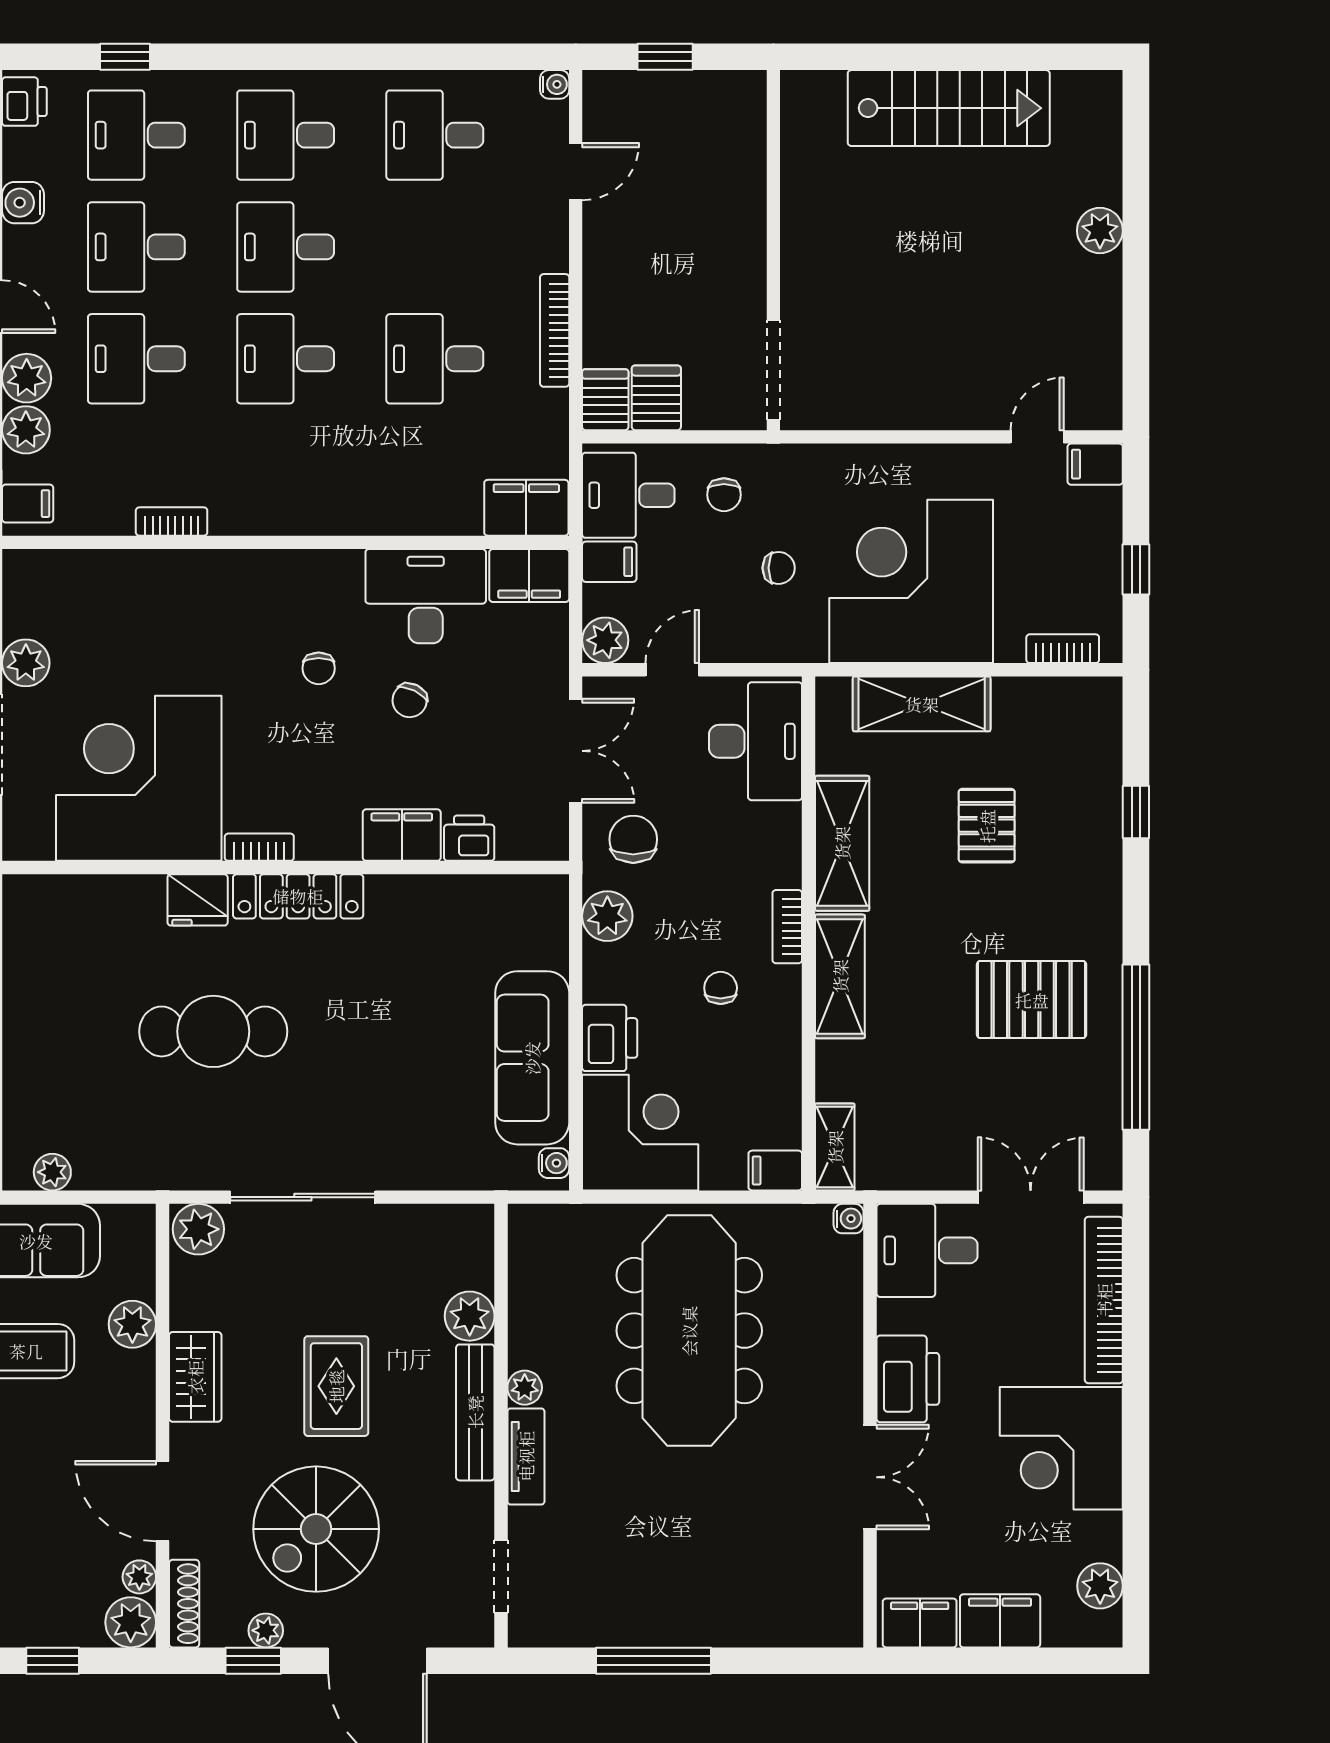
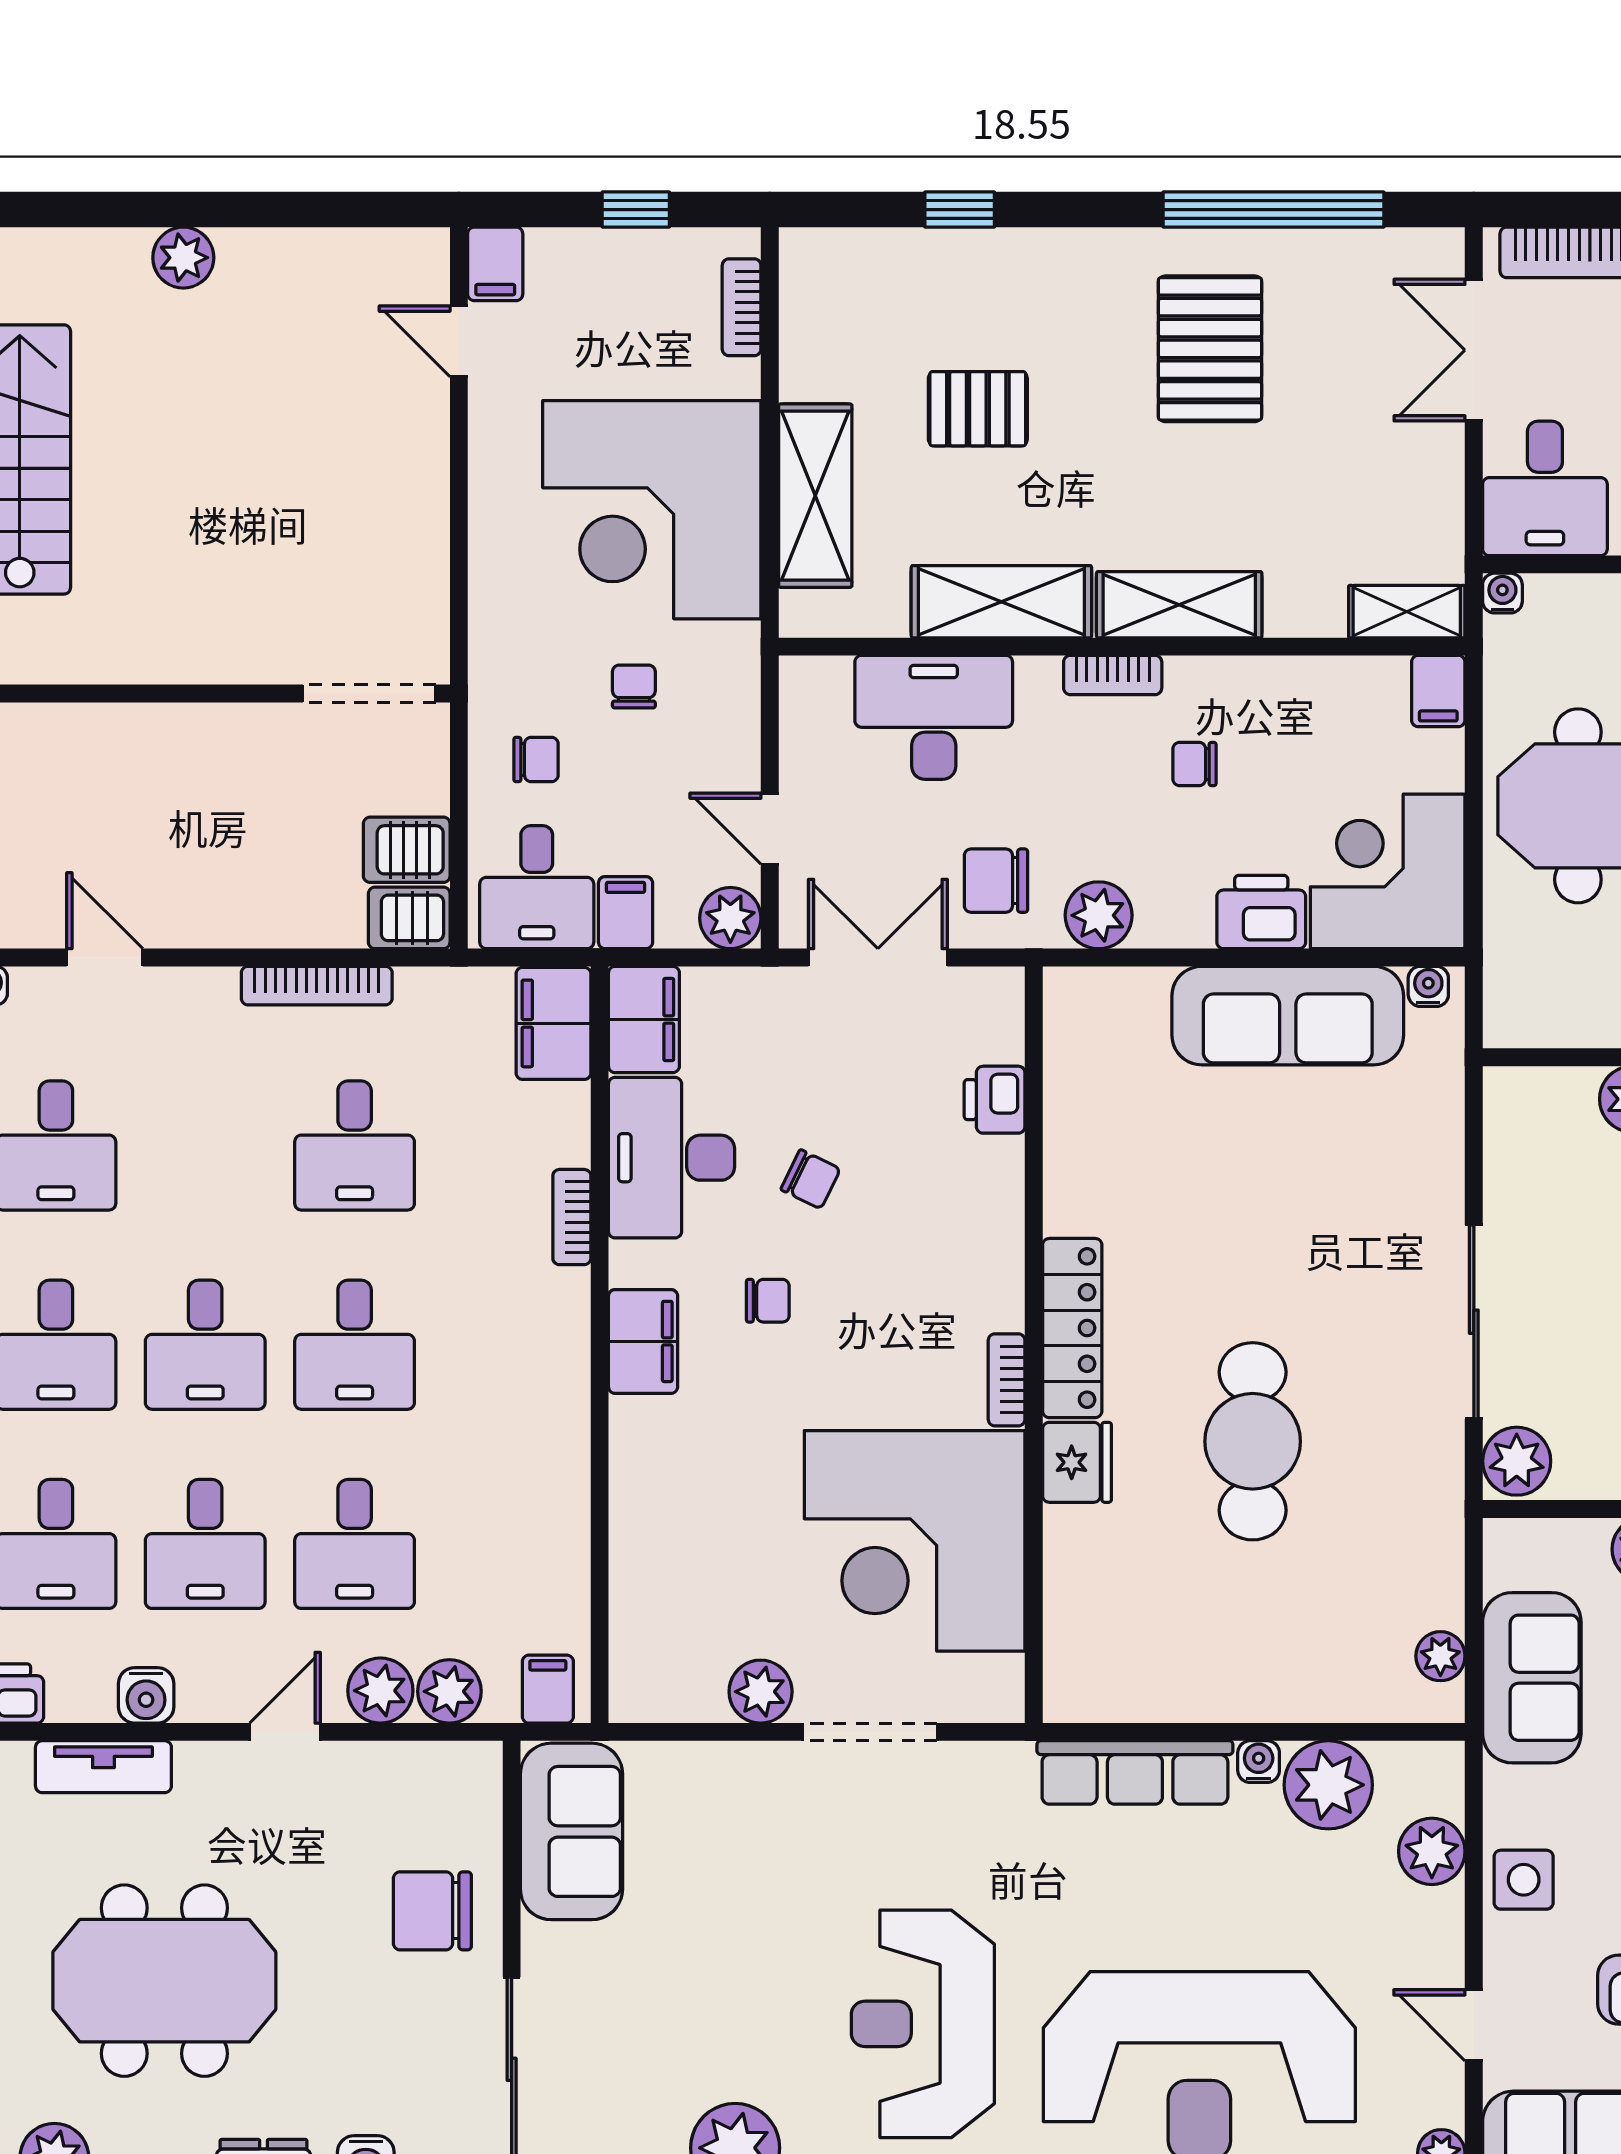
bookcase: (172, 522) -> (572, 1217), moved
desk: (756, 741) -> (934, 717), moved
filing cabinet: (402, 835) -> (643, 1341), moved, turned 180

